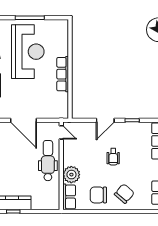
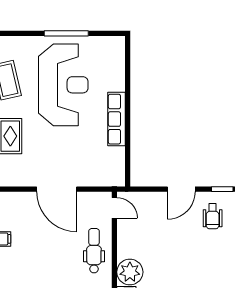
wheelchair: (113, 157) -> (213, 216), moved
dental chair: (48, 161) -> (94, 251), width x0.73, depth x0.72

